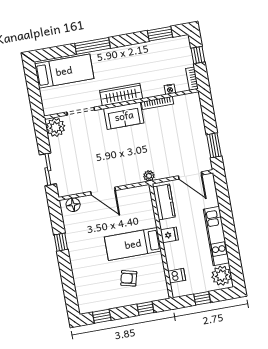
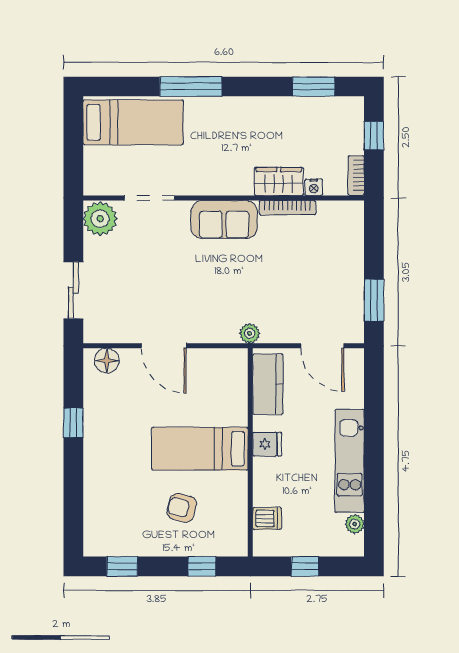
wardrobe: (121, 95) -> (279, 181), moved, width x0.67
plant: (222, 276) -> (355, 524), width x0.53, depth x0.53

